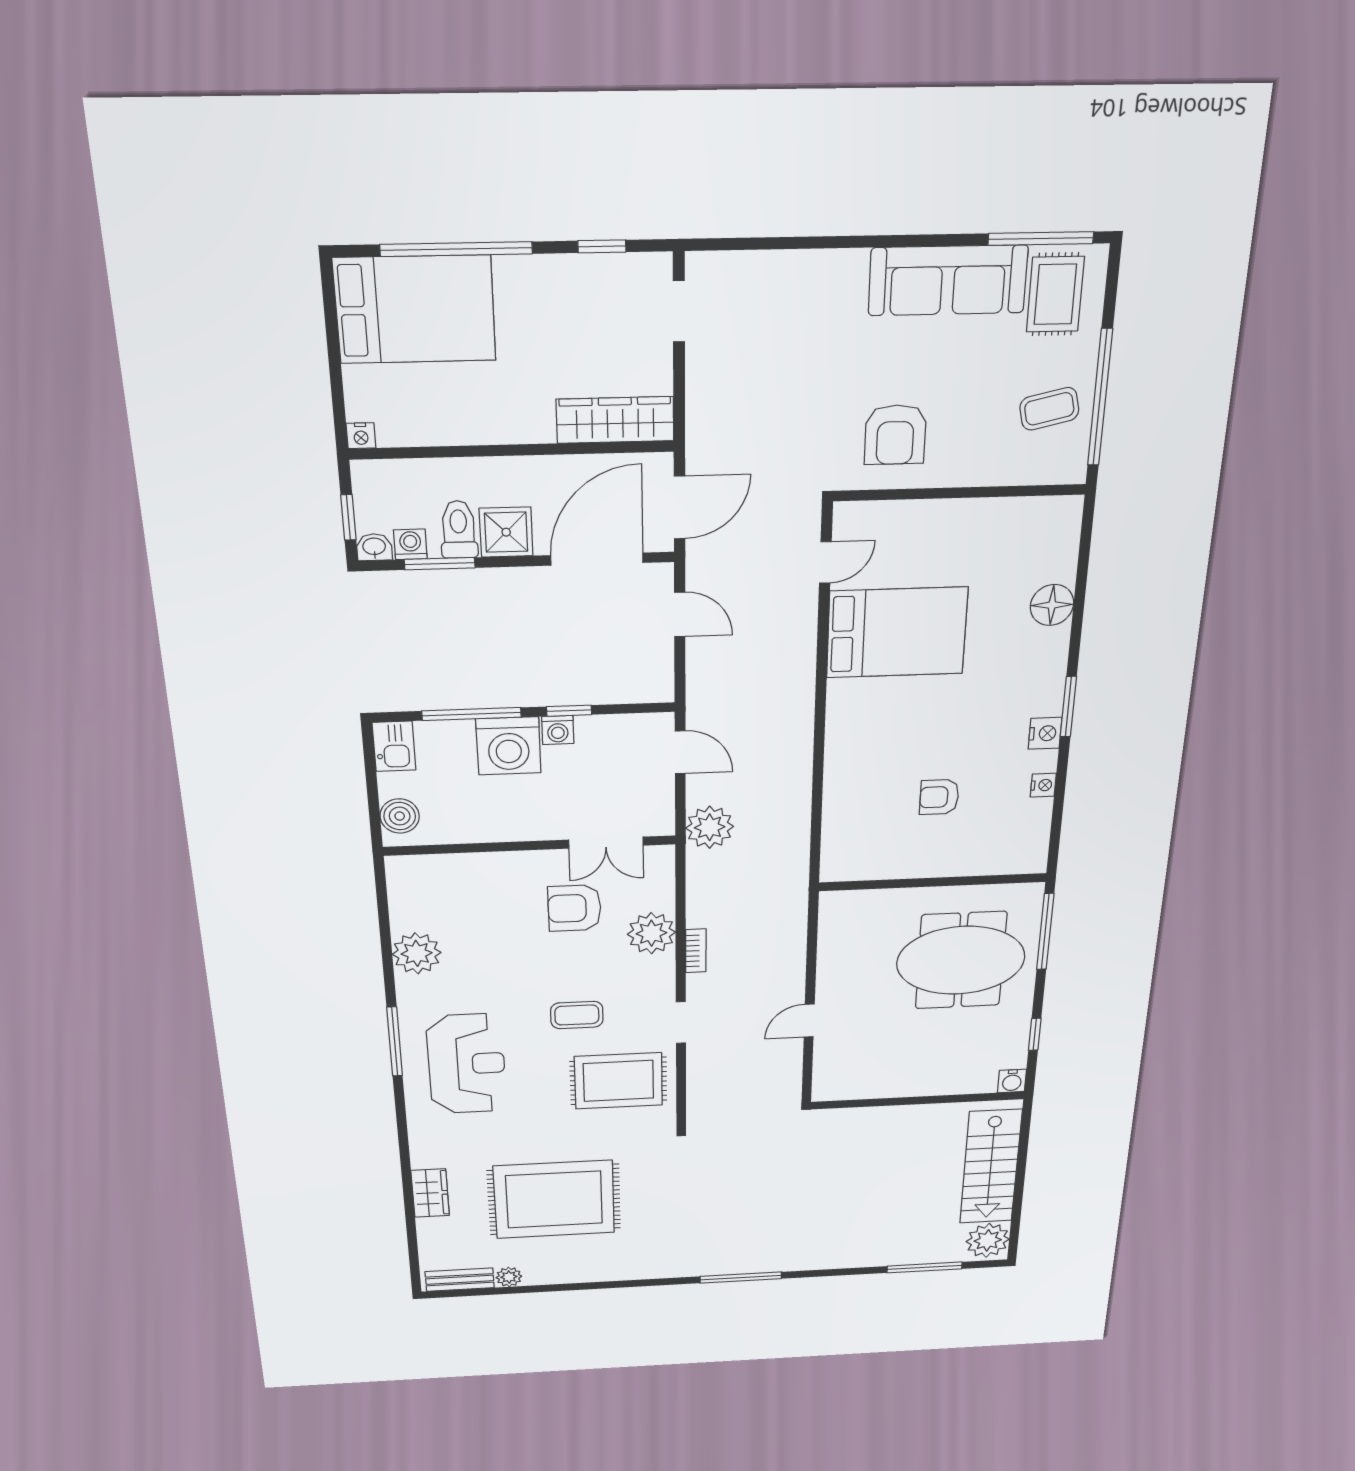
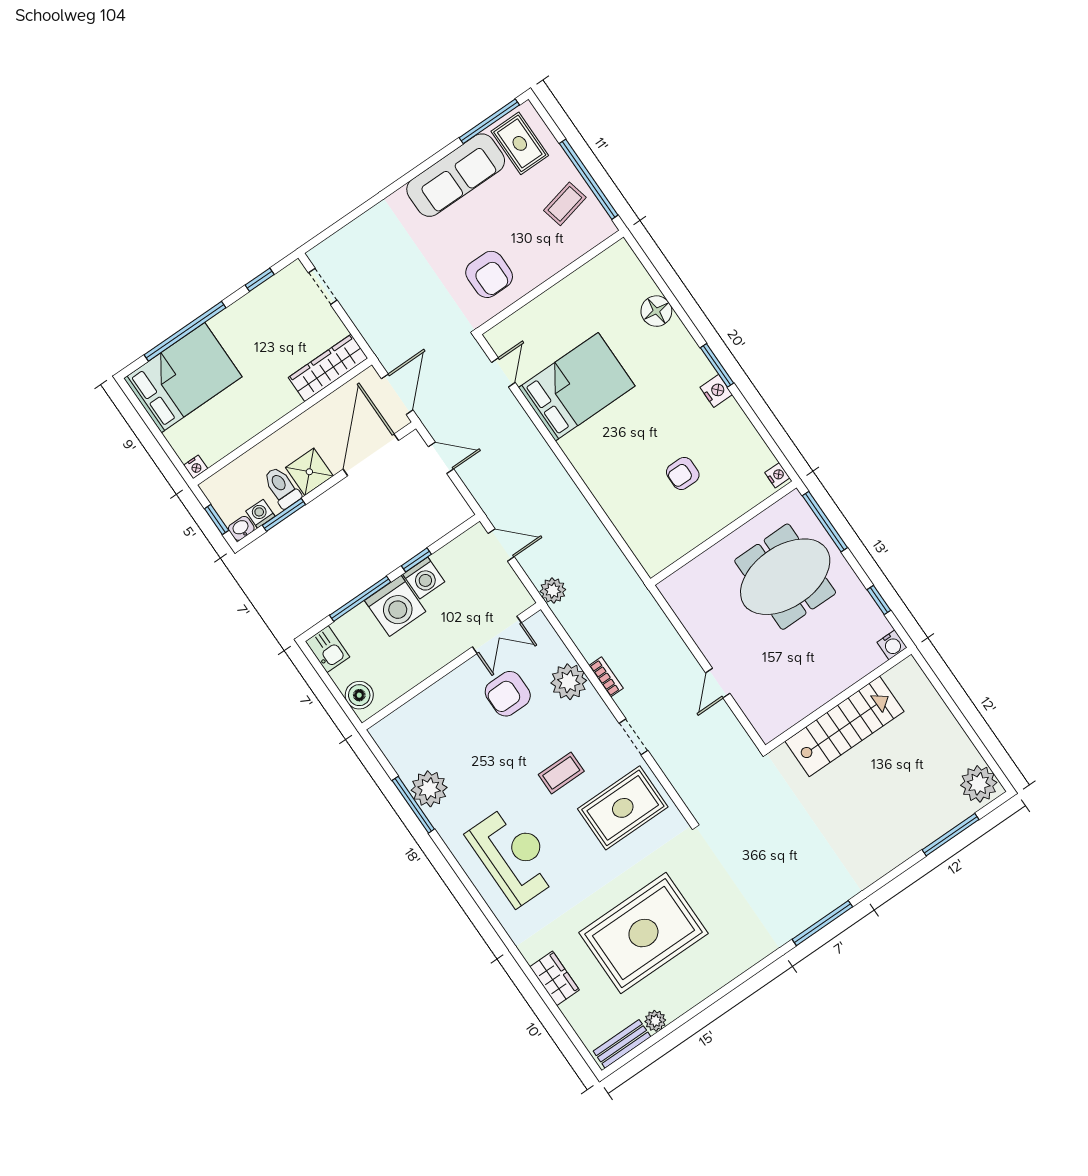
washing machine: (558, 730) -> (424, 578), width x1.38, depth x1.38
nightstand: (1043, 785) -> (777, 475), moved
plant: (710, 827) -> (553, 591), width x0.73, depth x0.73
window: (395, 1042) -> (413, 805), moved
stairs: (991, 1167) -> (844, 726), moved, turned -90

